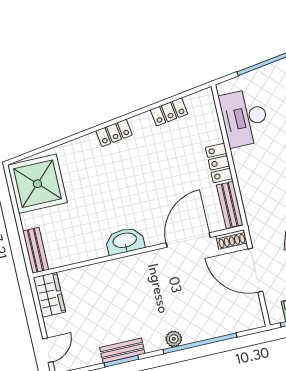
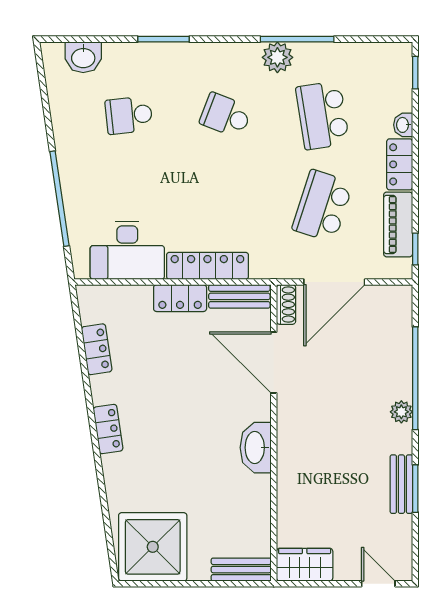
locker: (246, 177) -> (207, 266), added

